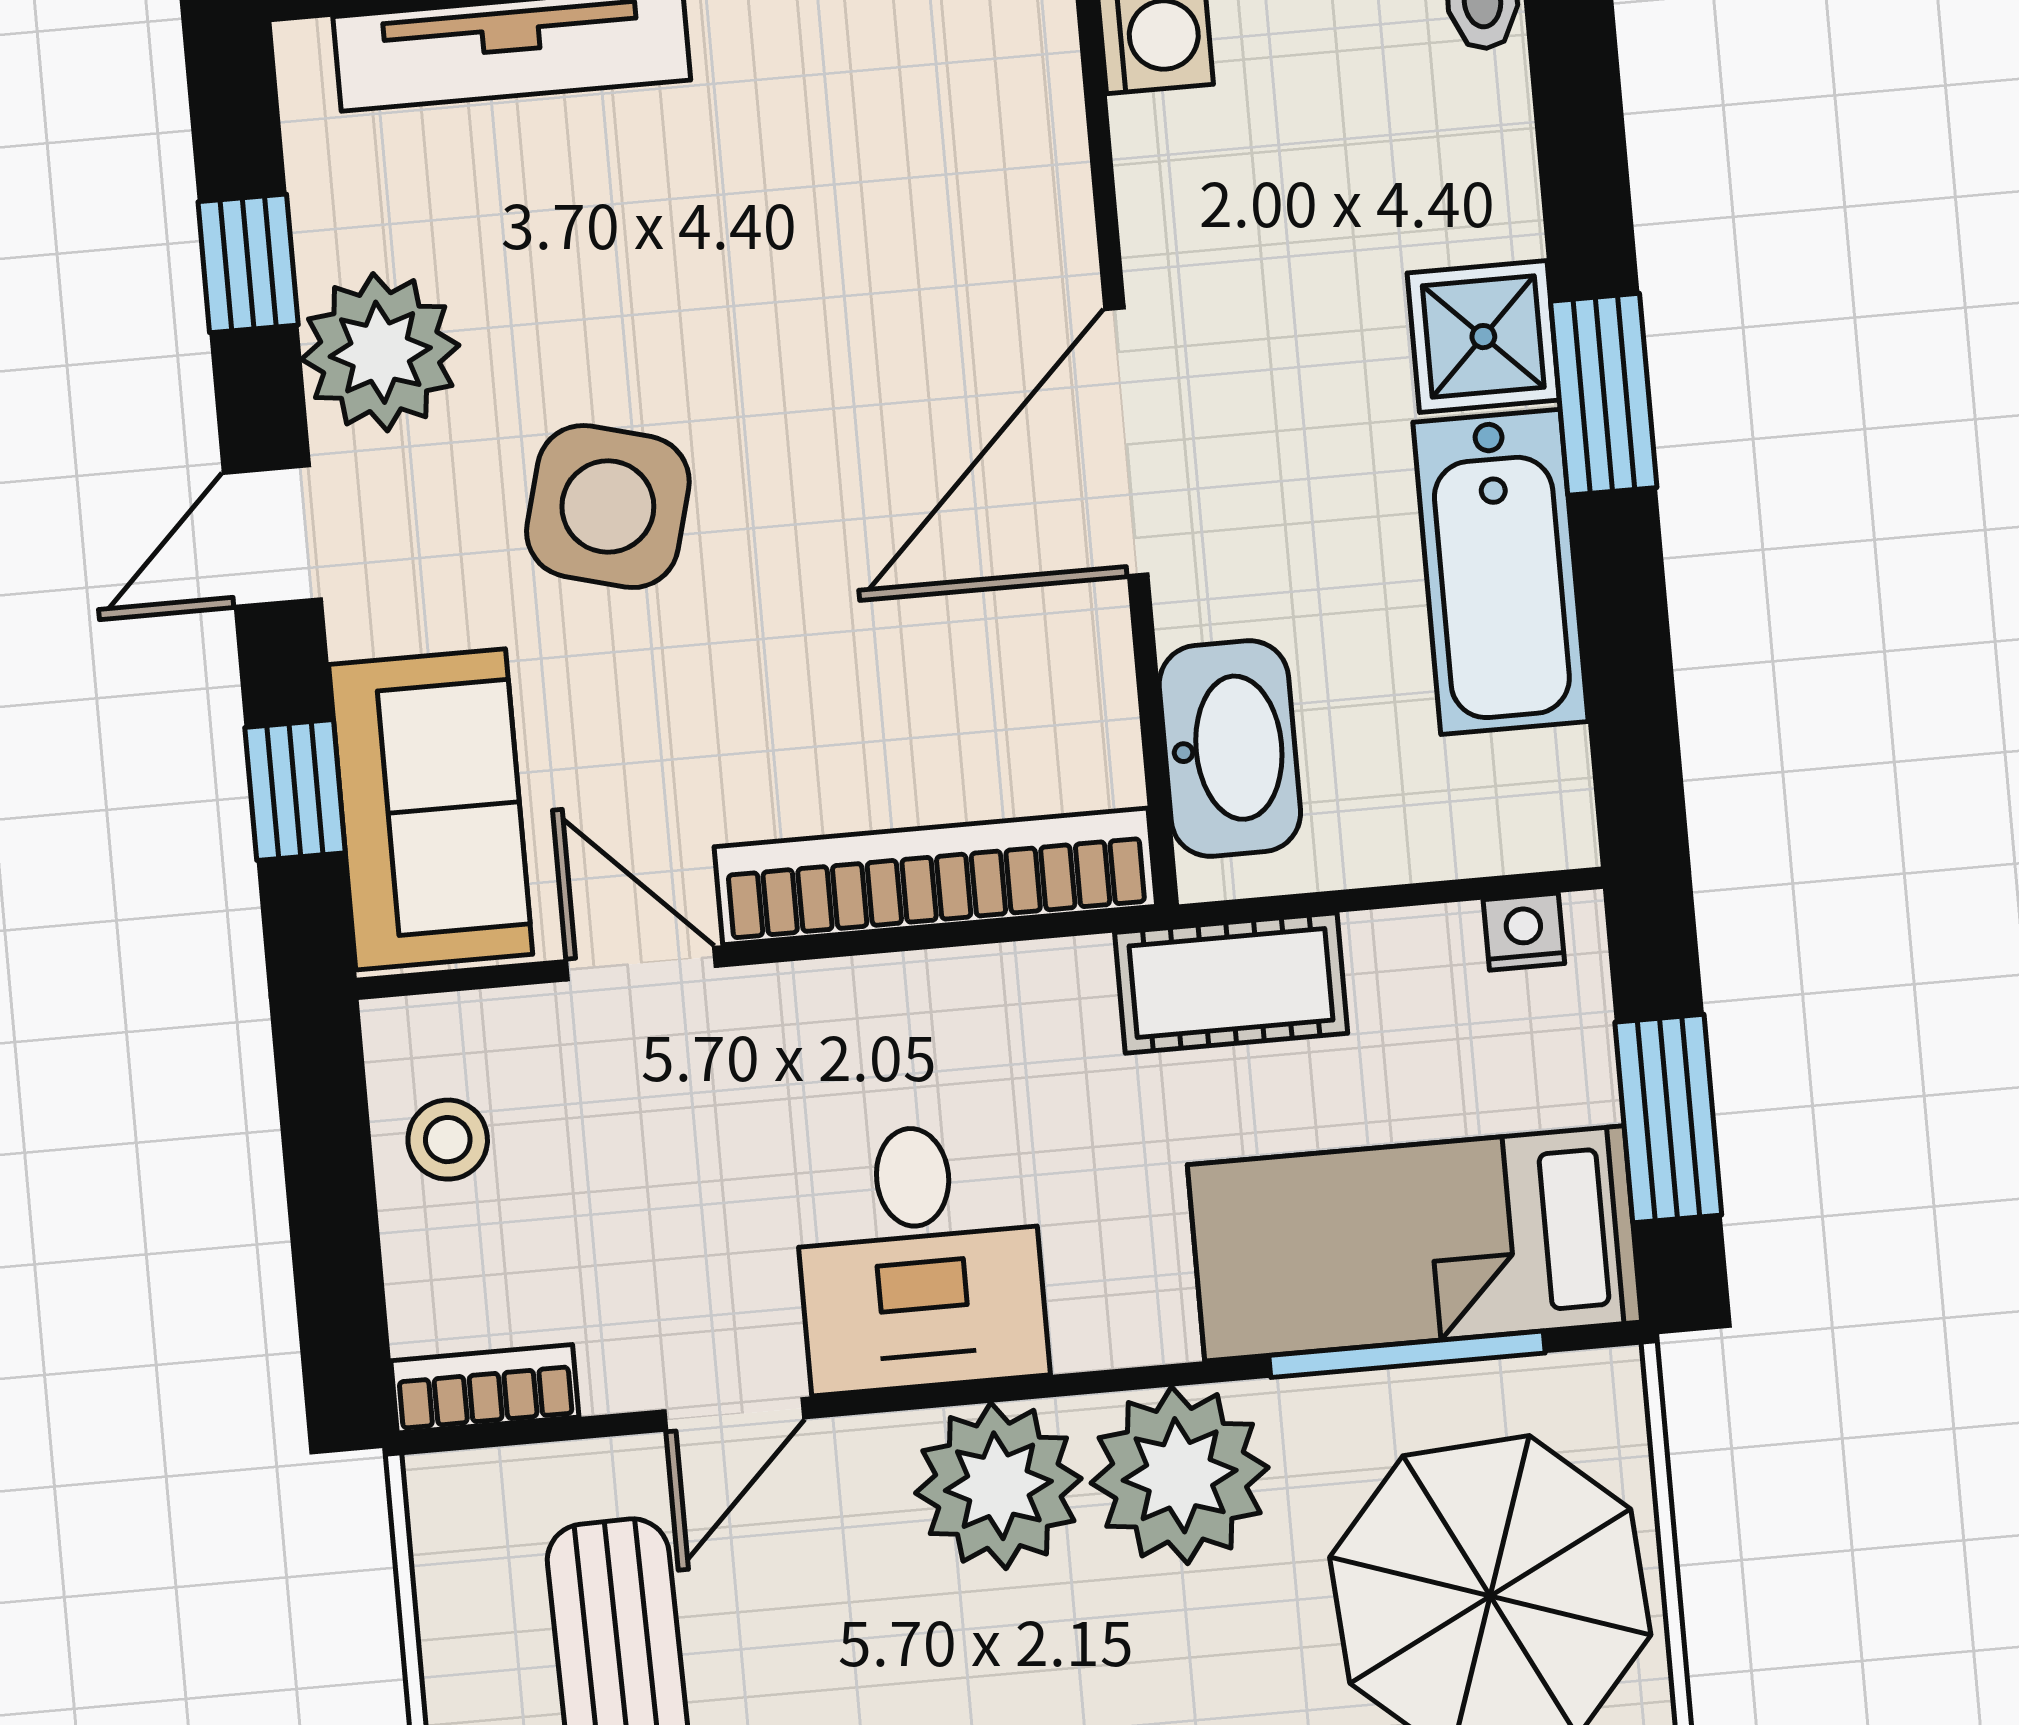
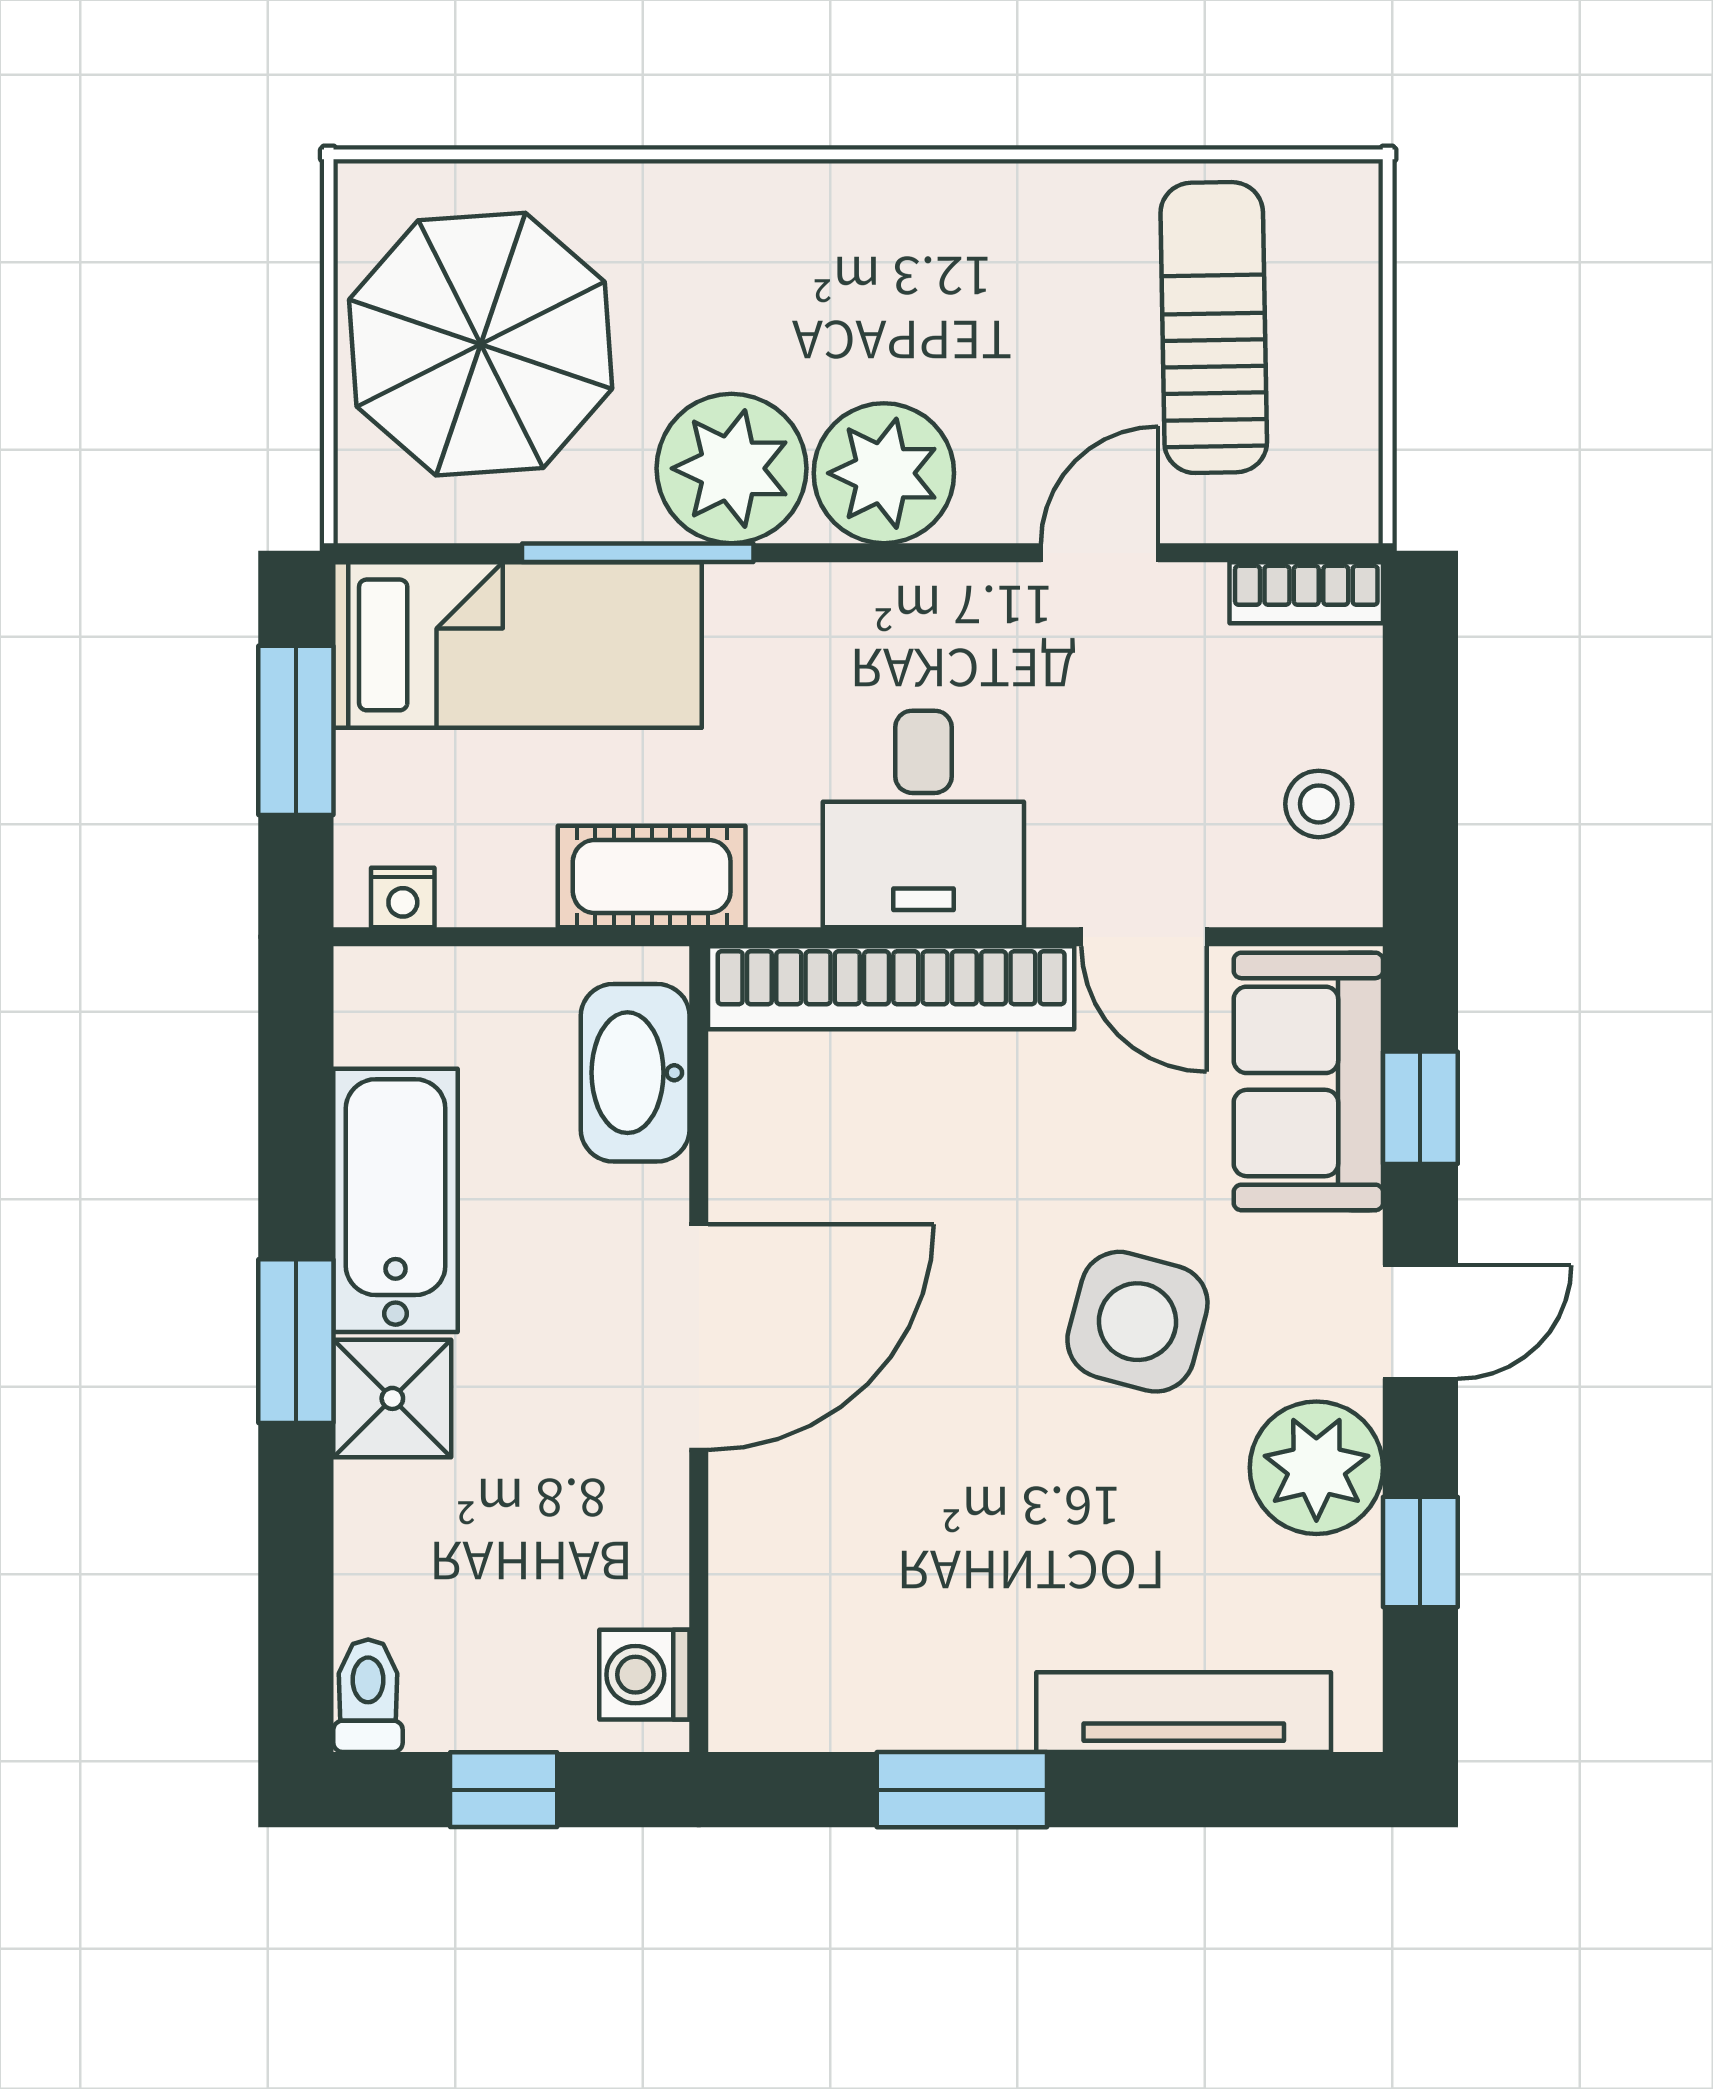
desk: (920, 1257) -> (923, 819), moved, turned 180
window: (1407, 1354) -> (638, 553), moved

